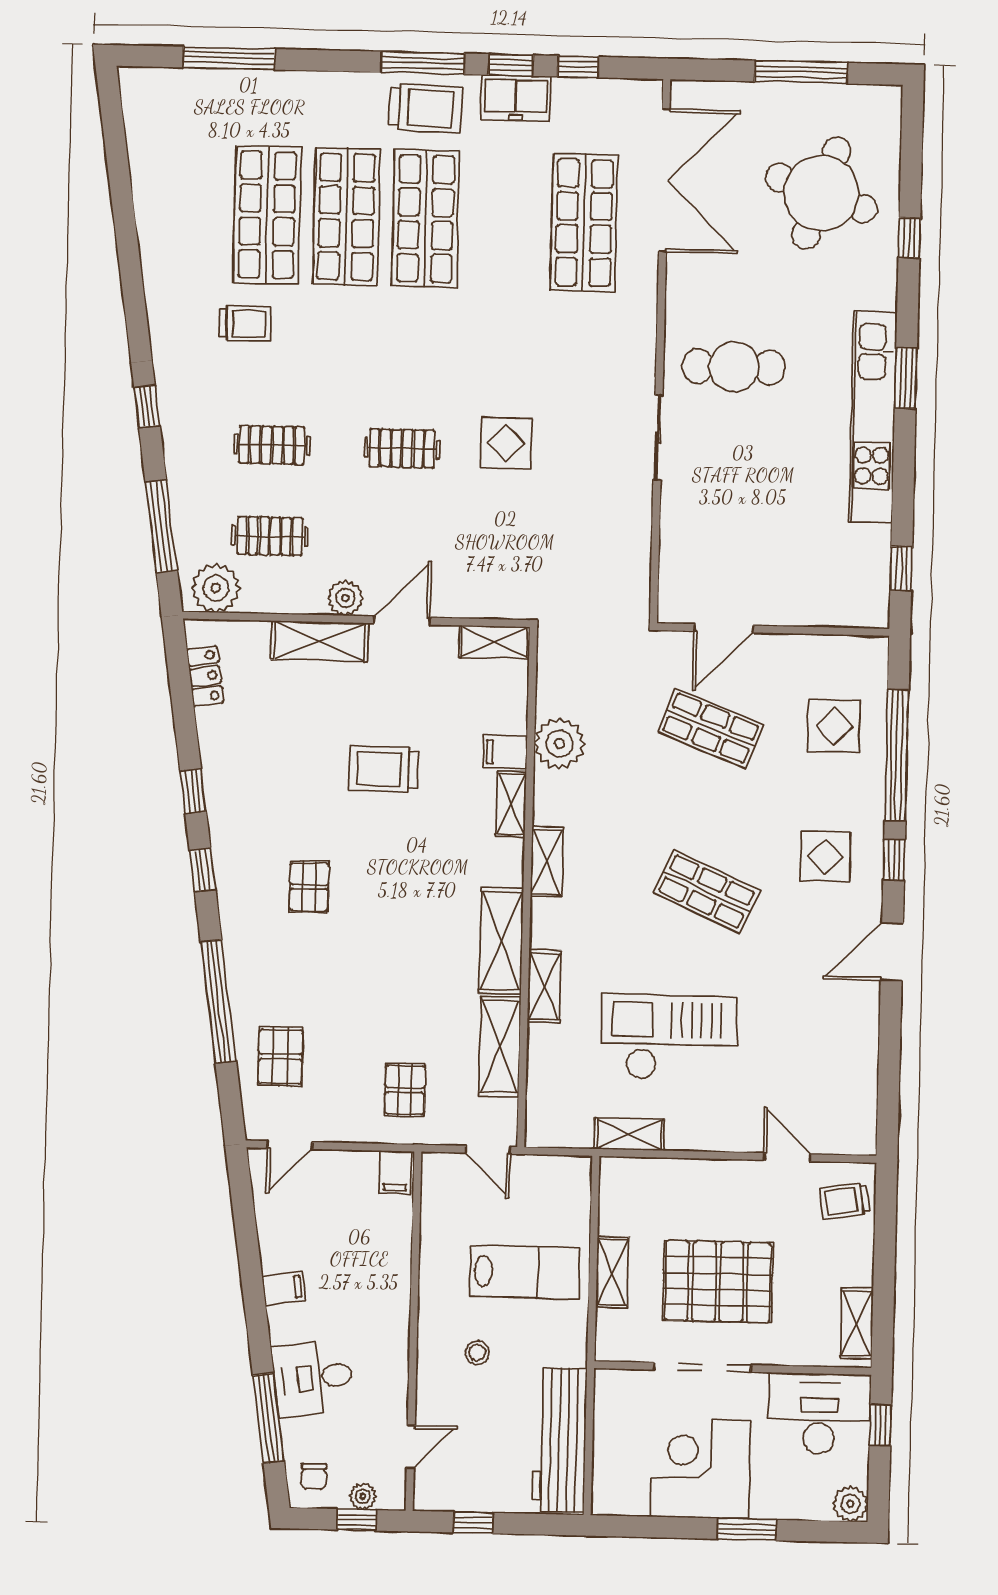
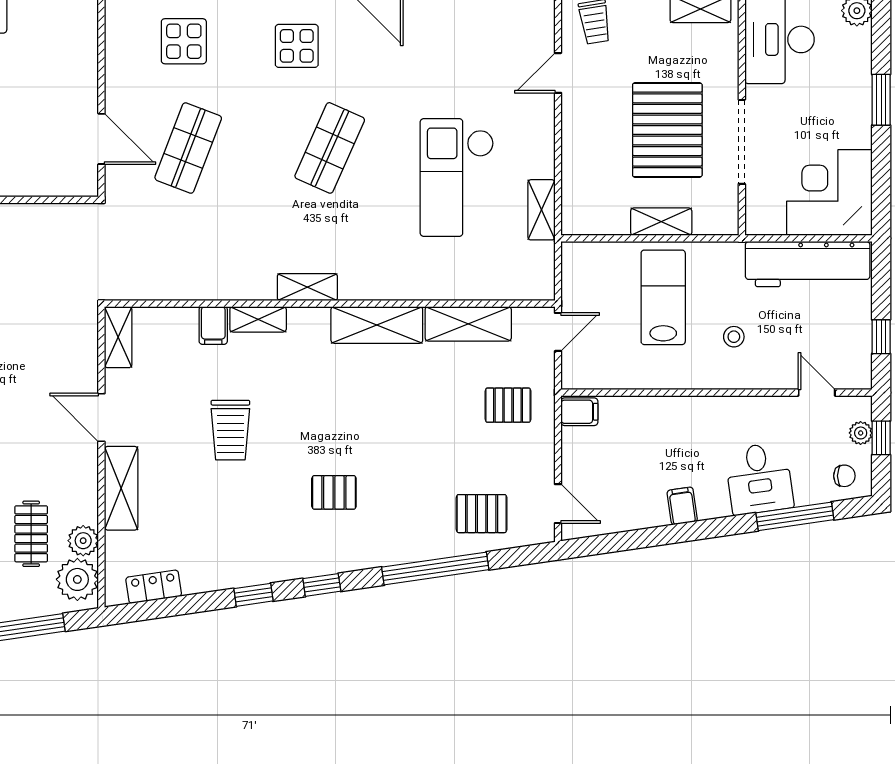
plant: (345, 598) -> (83, 541), moved
plant: (560, 744) -> (205, 279), removed
shelving: (544, 986) -> (415, 287), removed
corner desk: (700, 1468) -> (829, 193), moved, turned 90

